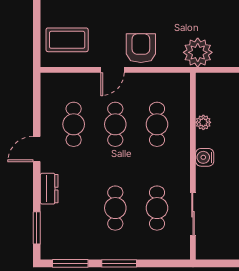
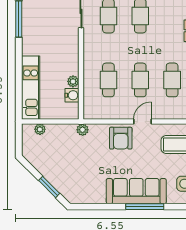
plant: (198, 52) -> (83, 130), width x0.53, depth x0.53
water cooler: (205, 157) -> (72, 95), moved

